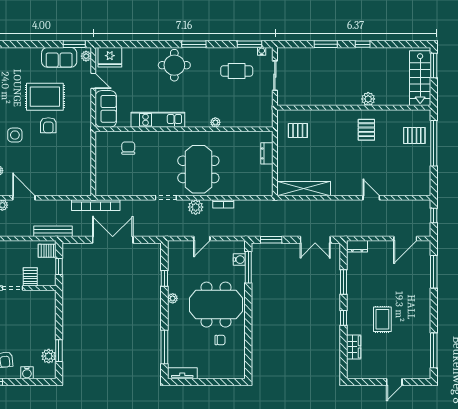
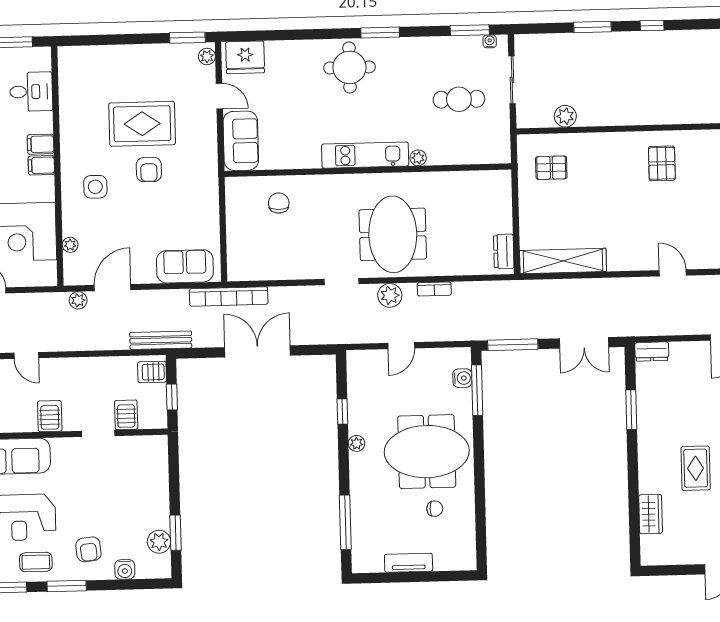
sofa: (59, 57) -> (185, 266), moved, turned 180
cafe table: (237, 71) -> (459, 99), moved
plant: (368, 99) -> (565, 116), moved
kitchen unit: (158, 120) -> (365, 155), moved
dresser: (267, 153) -> (504, 251), moved
door: (24, 198) -> (113, 288), hinge flipped
window: (271, 240) -> (513, 345), width x1.44
window: (343, 318) -> (633, 468), removed
tv unit: (182, 373) -> (409, 563), moved

